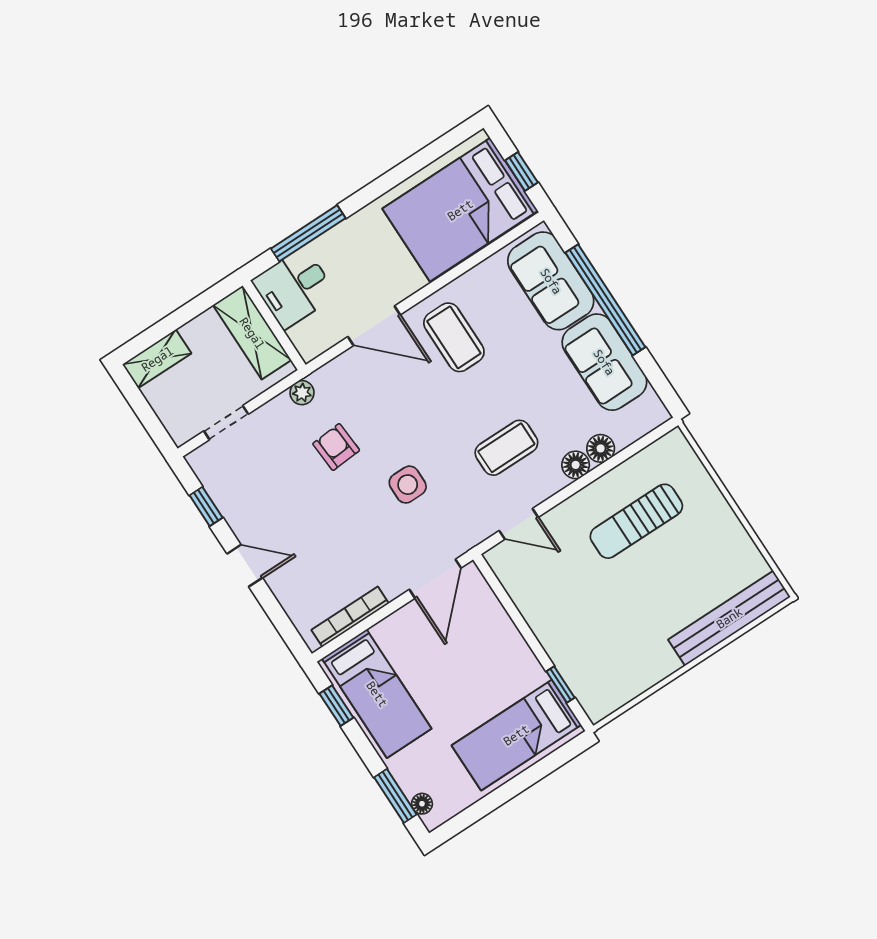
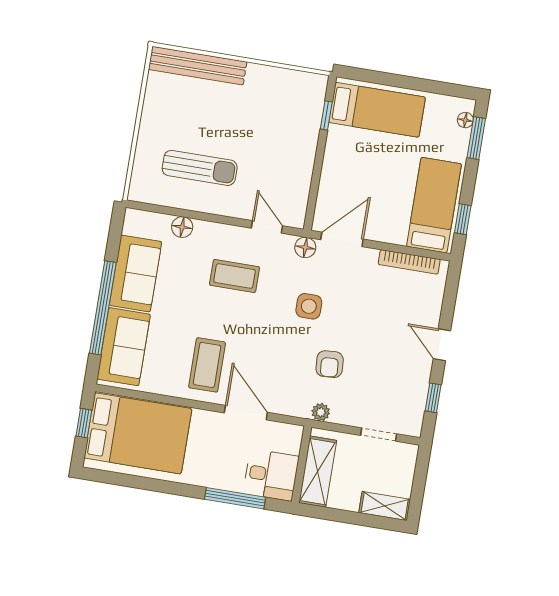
floor lamp: (576, 465) -> (305, 247), moved

